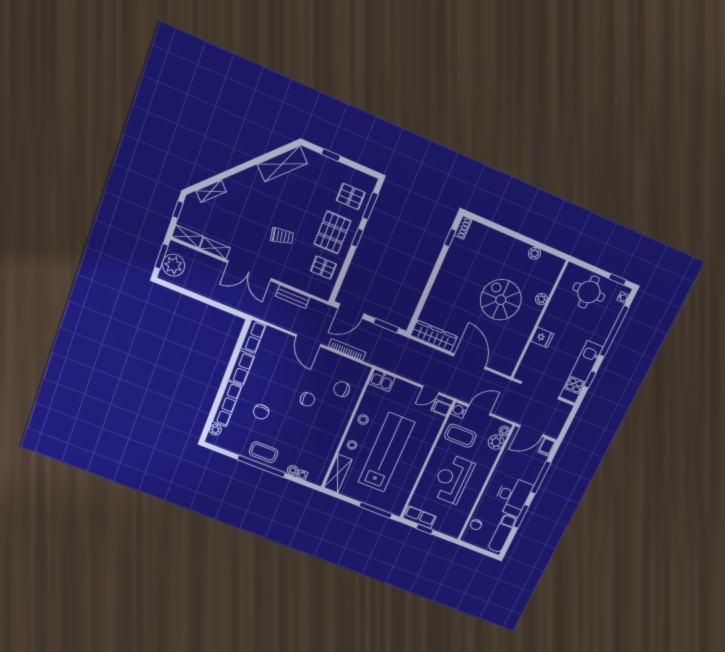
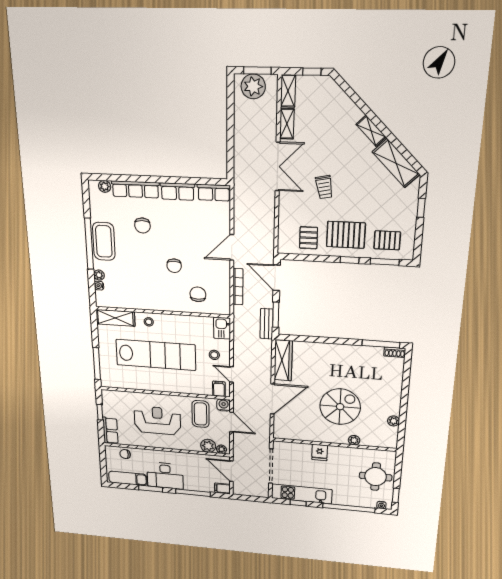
shelving: (211, 191) -> (371, 131), moved
pallet: (351, 196) -> (387, 240), turned 90
window: (450, 238) -> (381, 344), width x2.17
double door: (249, 271) -> (278, 166), swing flipped
bench: (293, 297) -> (267, 324), moved
chair: (261, 412) -> (142, 225), turned -90
stool: (363, 420) -> (214, 355), moved
coffee table: (264, 452) -> (104, 241), width x1.36, depth x1.32
row of seats: (420, 517) -> (110, 431), moved

